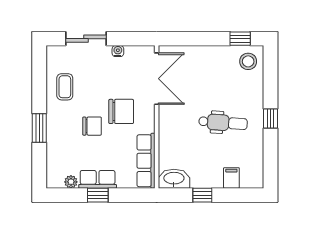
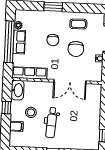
stool: (248, 61) -> (31, 112), moved
double door: (157, 79) -> (70, 81), moved
chair: (121, 111) -> (76, 49), moved
window: (98, 195) -> (9, 42), width x3.17

